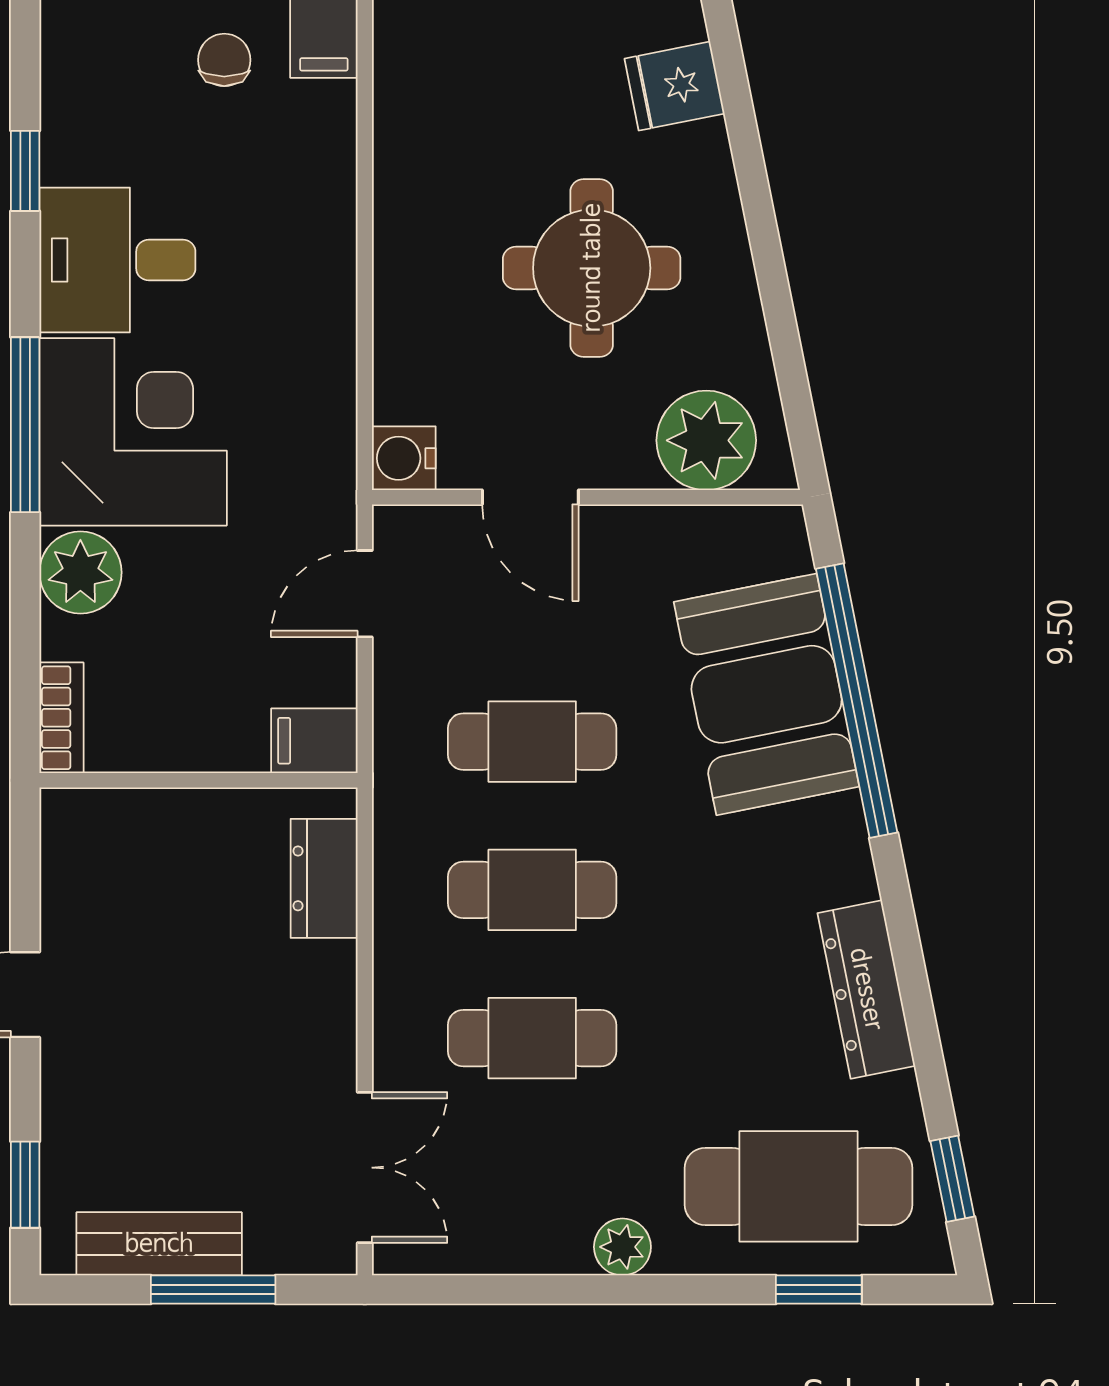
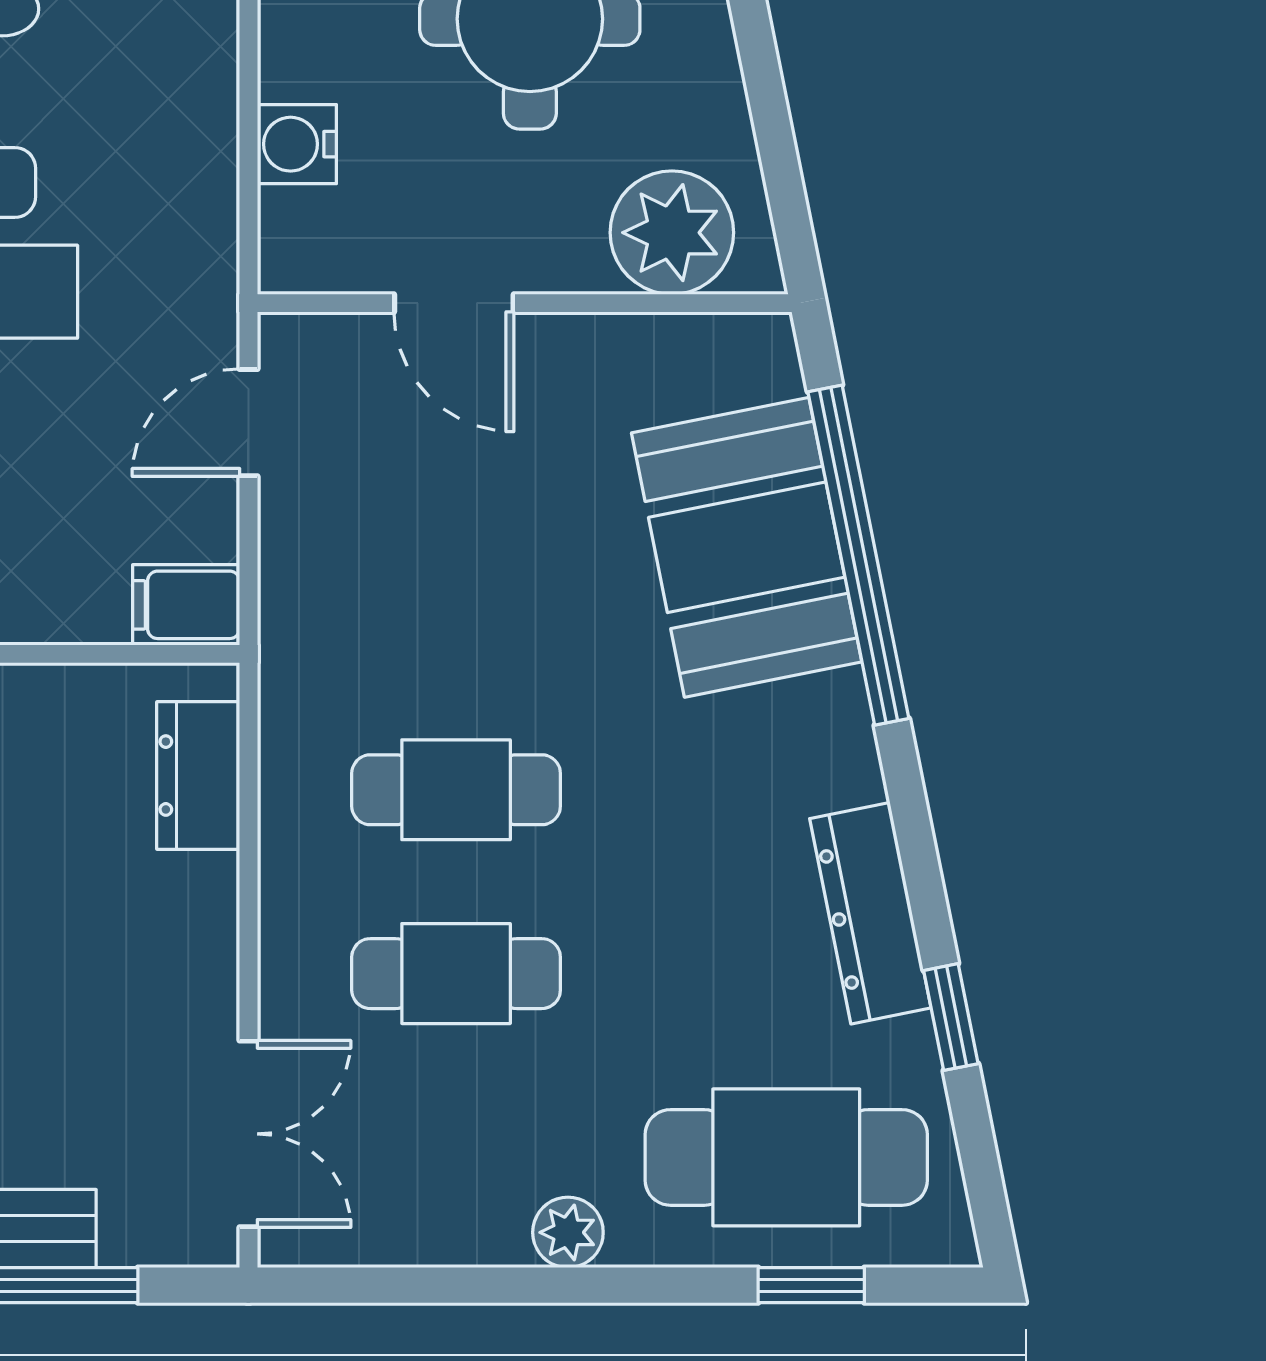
water cooler: (404, 458) -> (297, 144), moved
cafe table: (532, 742) -> (456, 606), removed
window: (952, 1179) -> (951, 1017), moved

